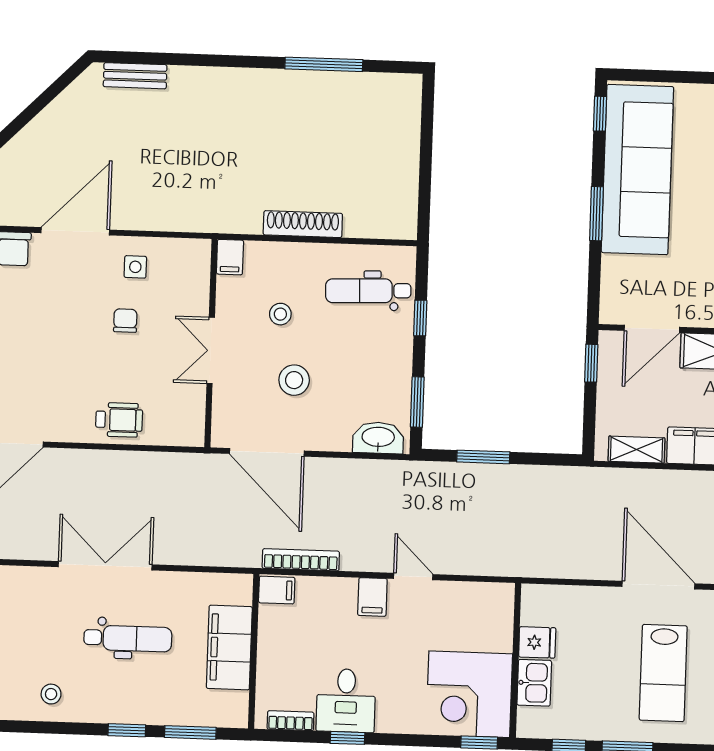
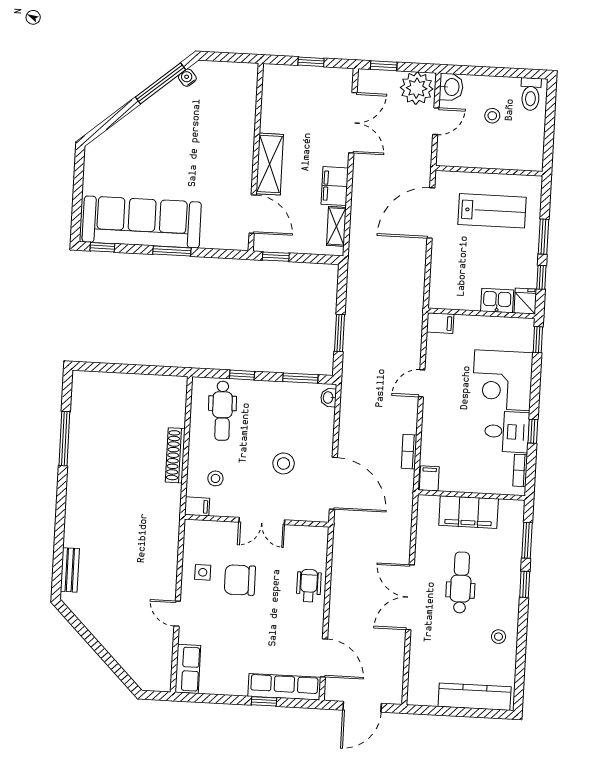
door: (75, 231) -> (177, 614), width x0.53
stool: (280, 314) -> (215, 478), moved
chair: (125, 321) -> (240, 580), width x1.87, depth x1.87
washbasin: (378, 438) -> (328, 398), width x0.52, depth x0.69
door: (267, 452) -> (333, 483), hinge flipped
bookcase: (301, 560) -> (409, 452), width x0.64
filing cabinet: (372, 597) -> (440, 323), moved
fridge: (537, 642) -> (525, 301), moved
corner desk: (469, 694) -> (502, 380), moved, turned 90

